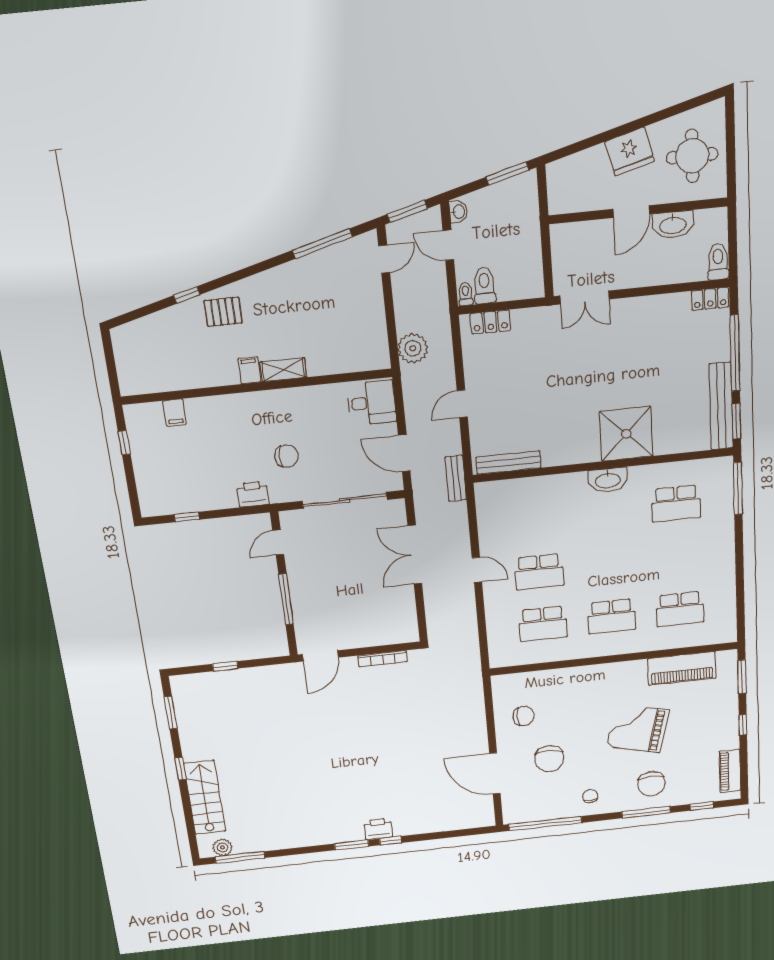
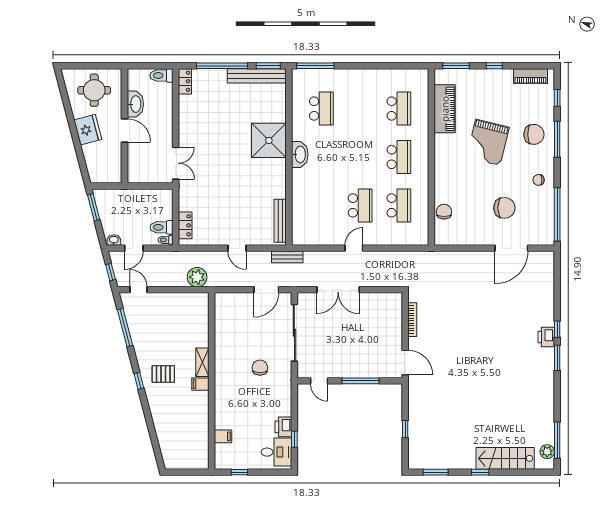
window: (407, 211) -> (111, 272), width x0.67
window: (187, 295) -> (139, 381), moved
pallet: (223, 312) -> (163, 374), moved, turned 90
desk: (372, 403) -> (276, 452), moved, turned 90
printer: (253, 494) -> (283, 427), moved
chair: (524, 716) -> (444, 212), moved

